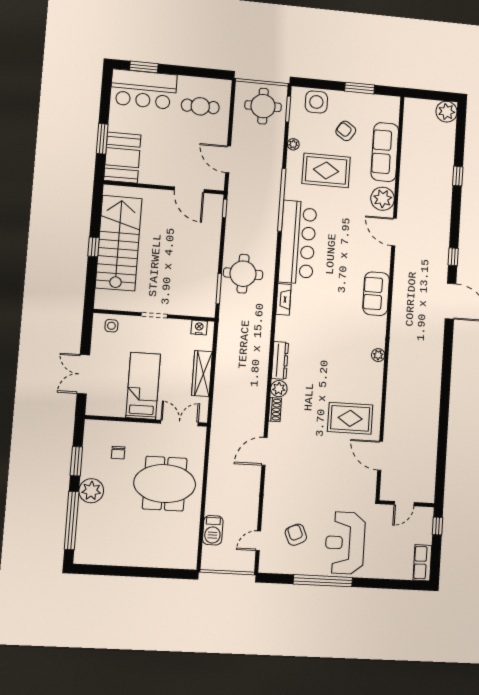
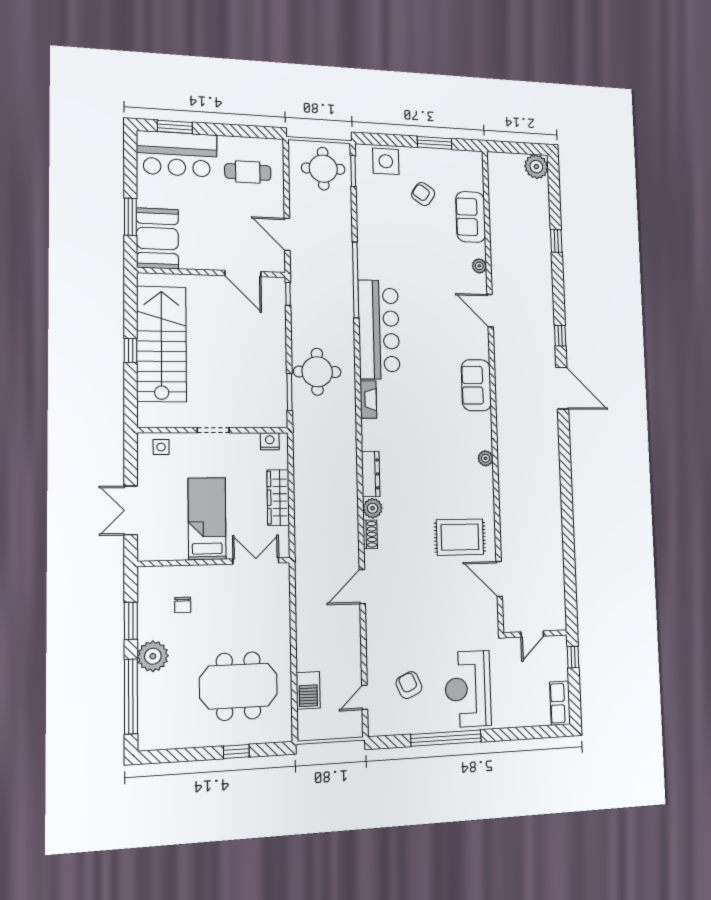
plant: (293, 144) -> (363, 213), removed
sofa: (385, 152) -> (471, 217), width x0.73
rug: (326, 170) -> (405, 242), removed
plant: (383, 199) -> (479, 266), width x0.53, depth x0.53
meeting table: (165, 484) -> (238, 686), moved
window: (151, 572) -> (236, 751), added

